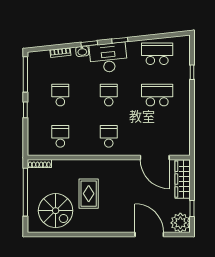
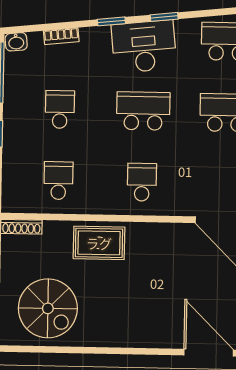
washbasin: (82, 51) -> (16, 42), moved
school desk: (109, 95) -> (143, 111), width x1.85
rug: (89, 194) -> (99, 243), moved, turned 90

